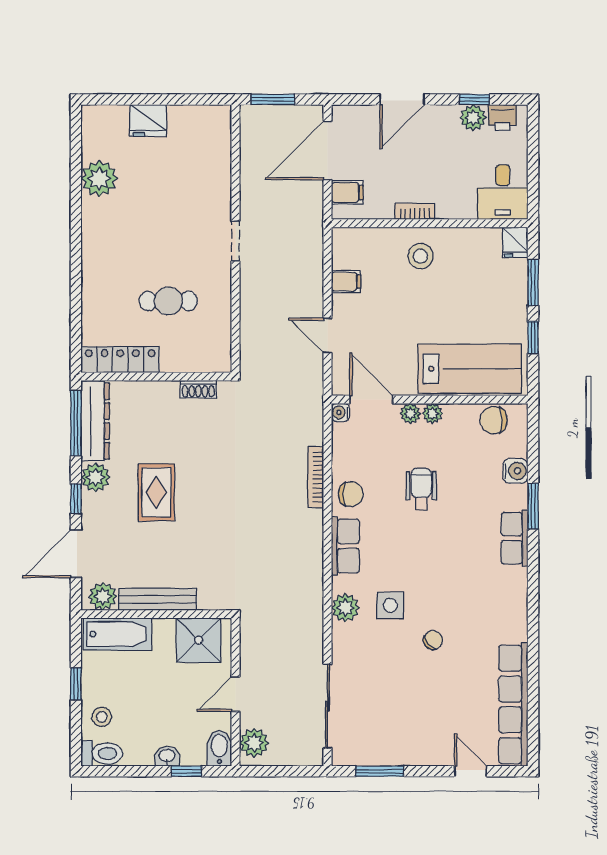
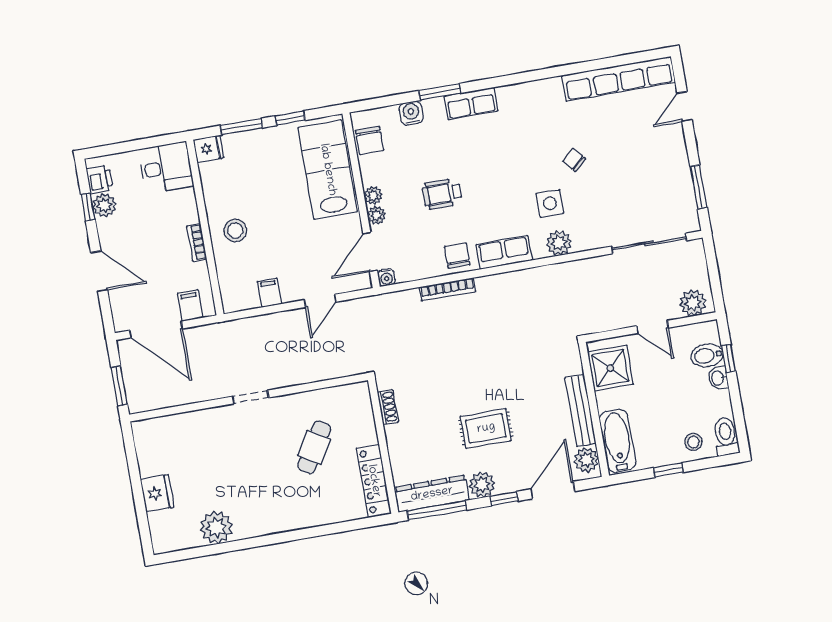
cafe table: (168, 301) -> (314, 447), turned 31
door: (76, 554) -> (553, 490), swing flipped
bidet: (219, 748) -> (707, 356), moved

